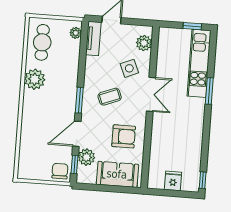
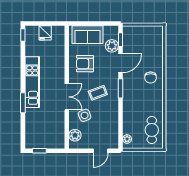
tv unit: (93, 39) -> (113, 136), removed
kitchen unit: (199, 63) -> (32, 82), moved
plant: (35, 79) -> (155, 102), removed
double door: (151, 94) -> (67, 97), swing flipped
chair: (60, 171) -> (151, 78), moved

